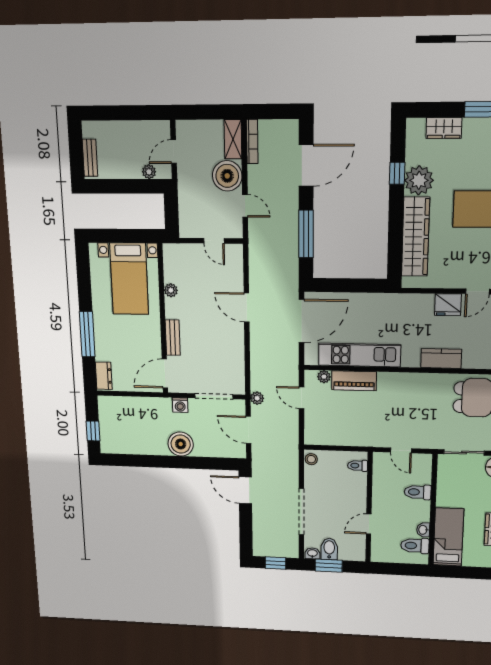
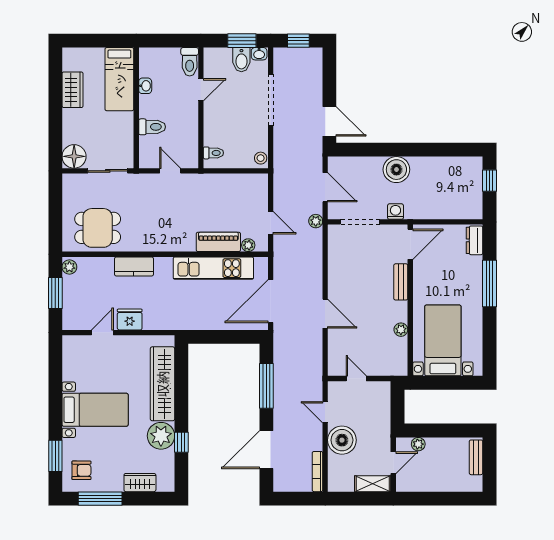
shelving: (233, 139) -> (373, 484), moved, turned 90
toilet: (415, 546) -> (190, 62), moved, turned 90

